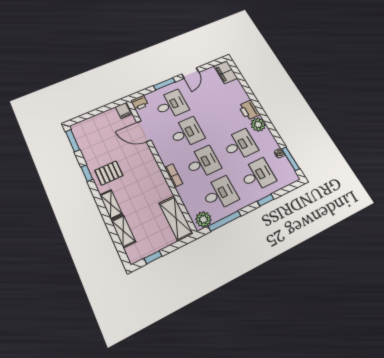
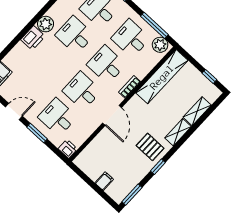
filing cabinet: (123, 111) -> (104, 181), moved
door: (144, 131) -> (112, 115), moved
shelving: (176, 218) -> (162, 77), width x1.47

